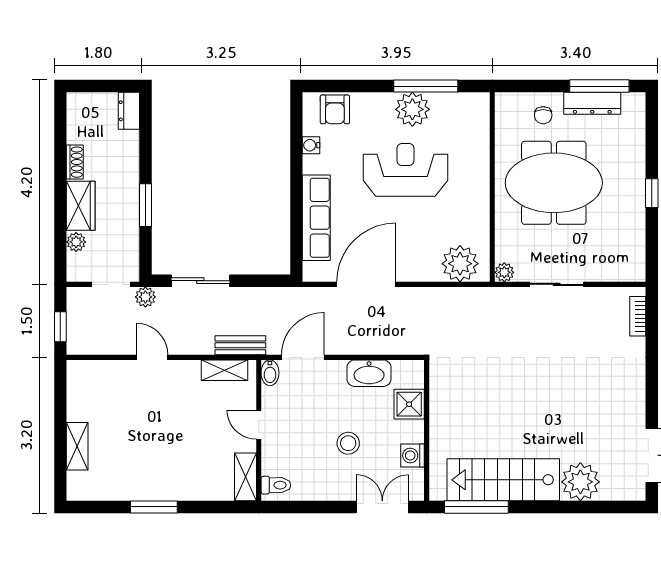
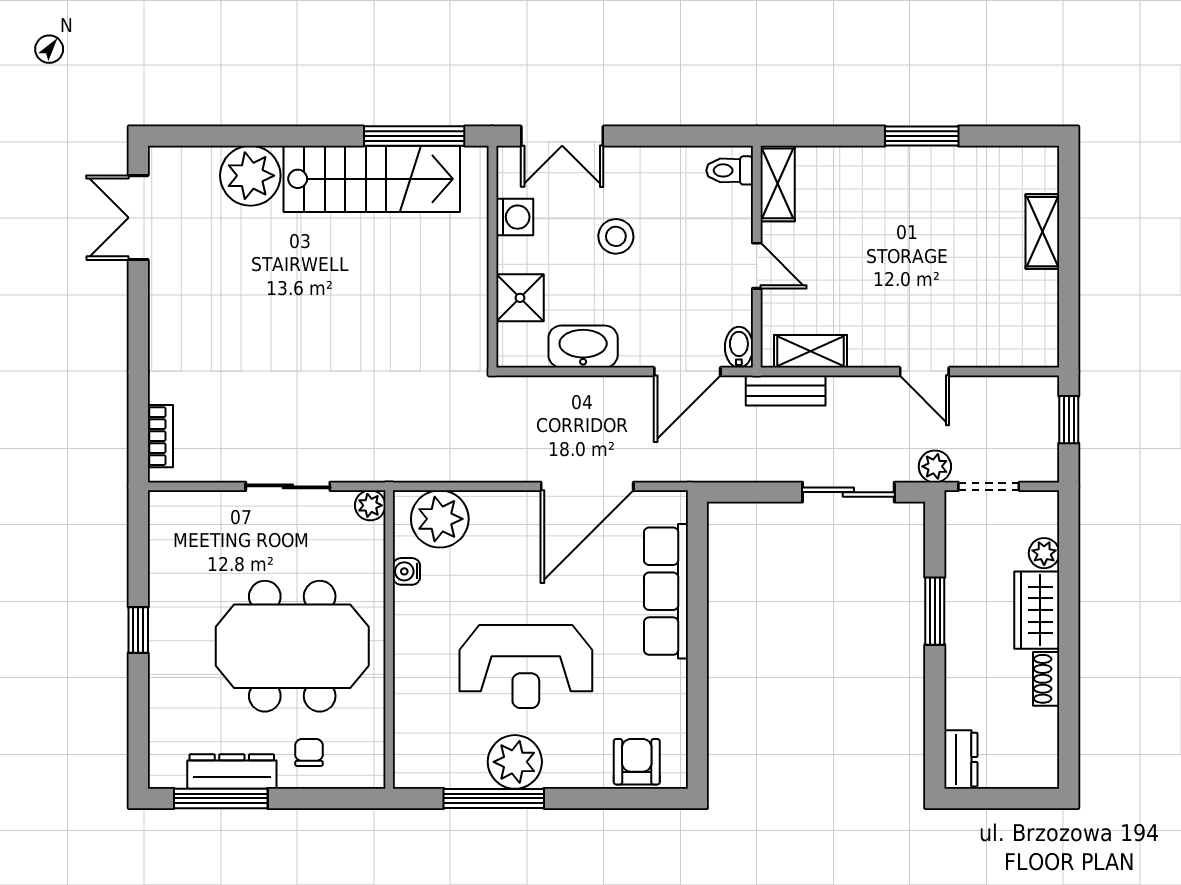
water cooler: (311, 145) -> (406, 571), moved, turned 180

